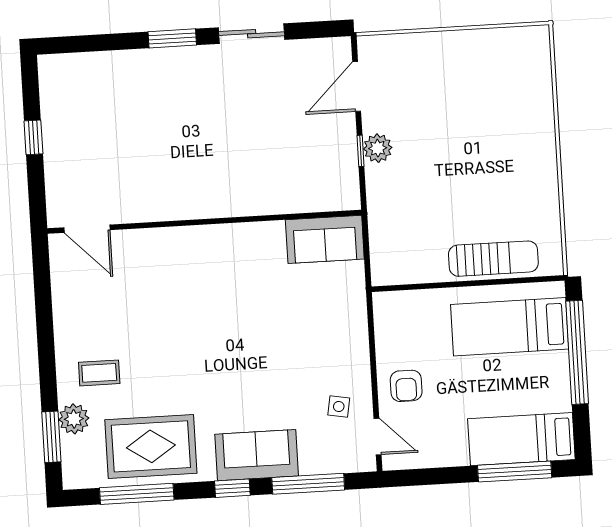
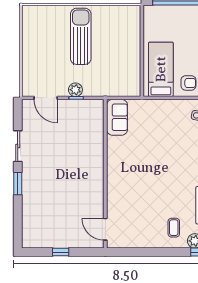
door: (87, 229) -> (105, 229), swing flipped
sun lounger: (493, 259) -> (81, 36), moved, width x1.36, depth x1.34
bed: (510, 327) -> (161, 69), moved, turned 180

